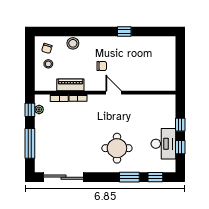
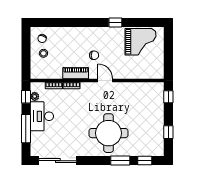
stool: (73, 43) -> (67, 34), removed
grand piano: (151, 52) -> (141, 42), added
piano: (70, 85) -> (76, 73), moved
window: (180, 125) -> (168, 97), moved
desk: (163, 144) -> (42, 116), moved, turned 180
round table: (117, 148) -> (108, 133), width x1.36, depth x1.36

